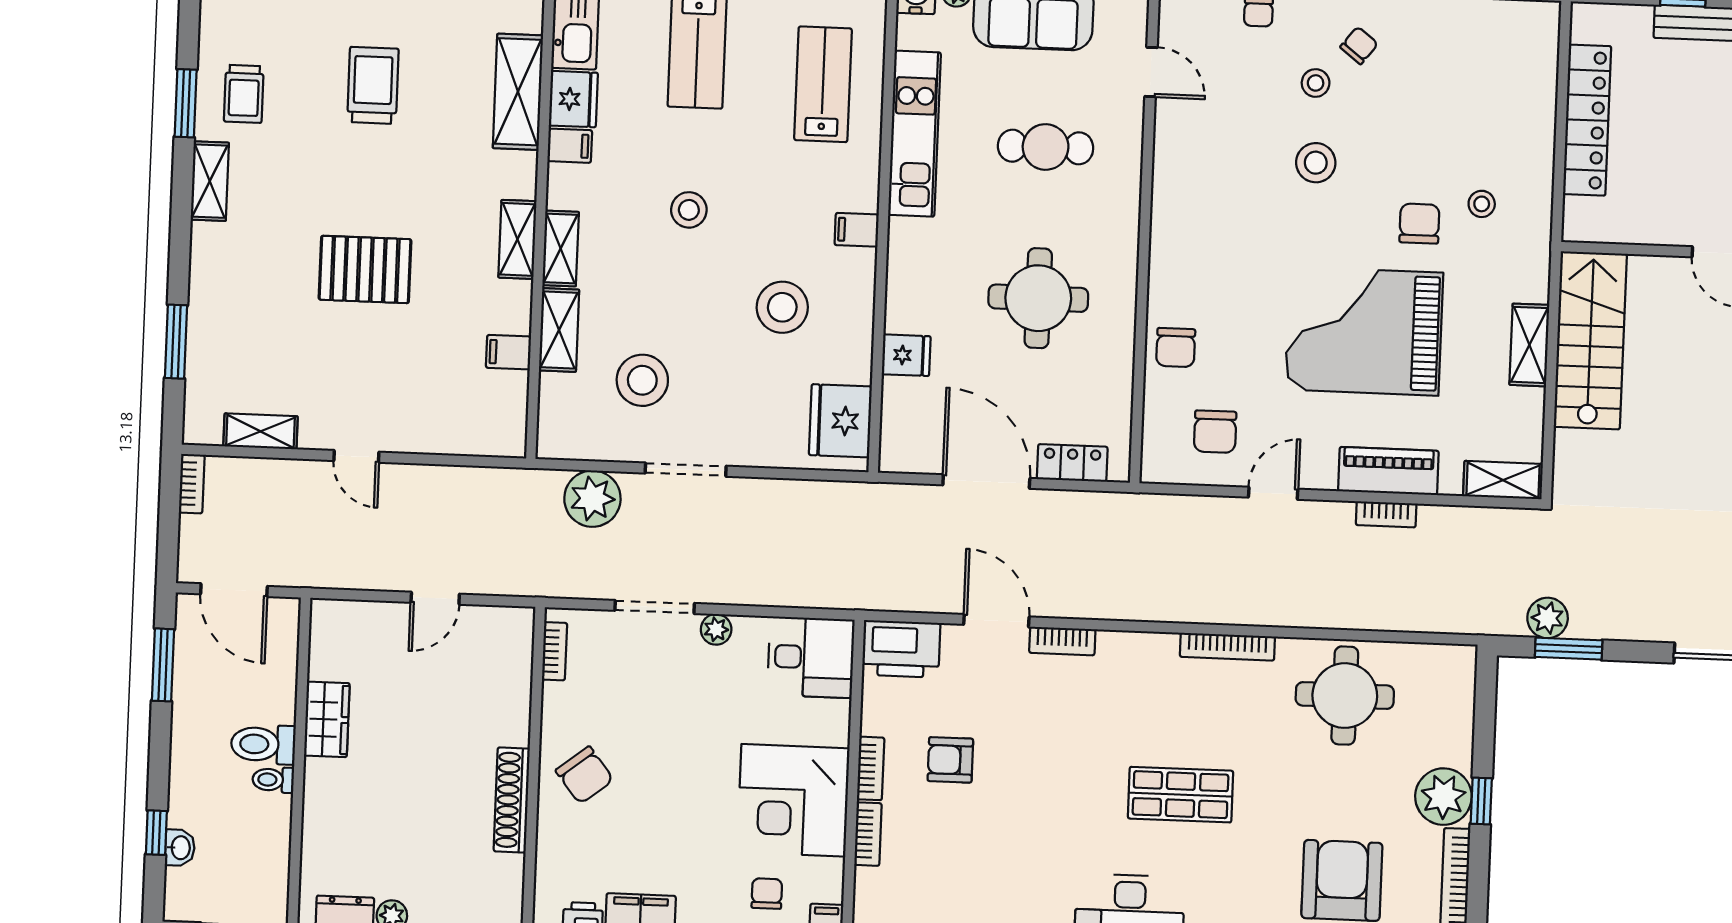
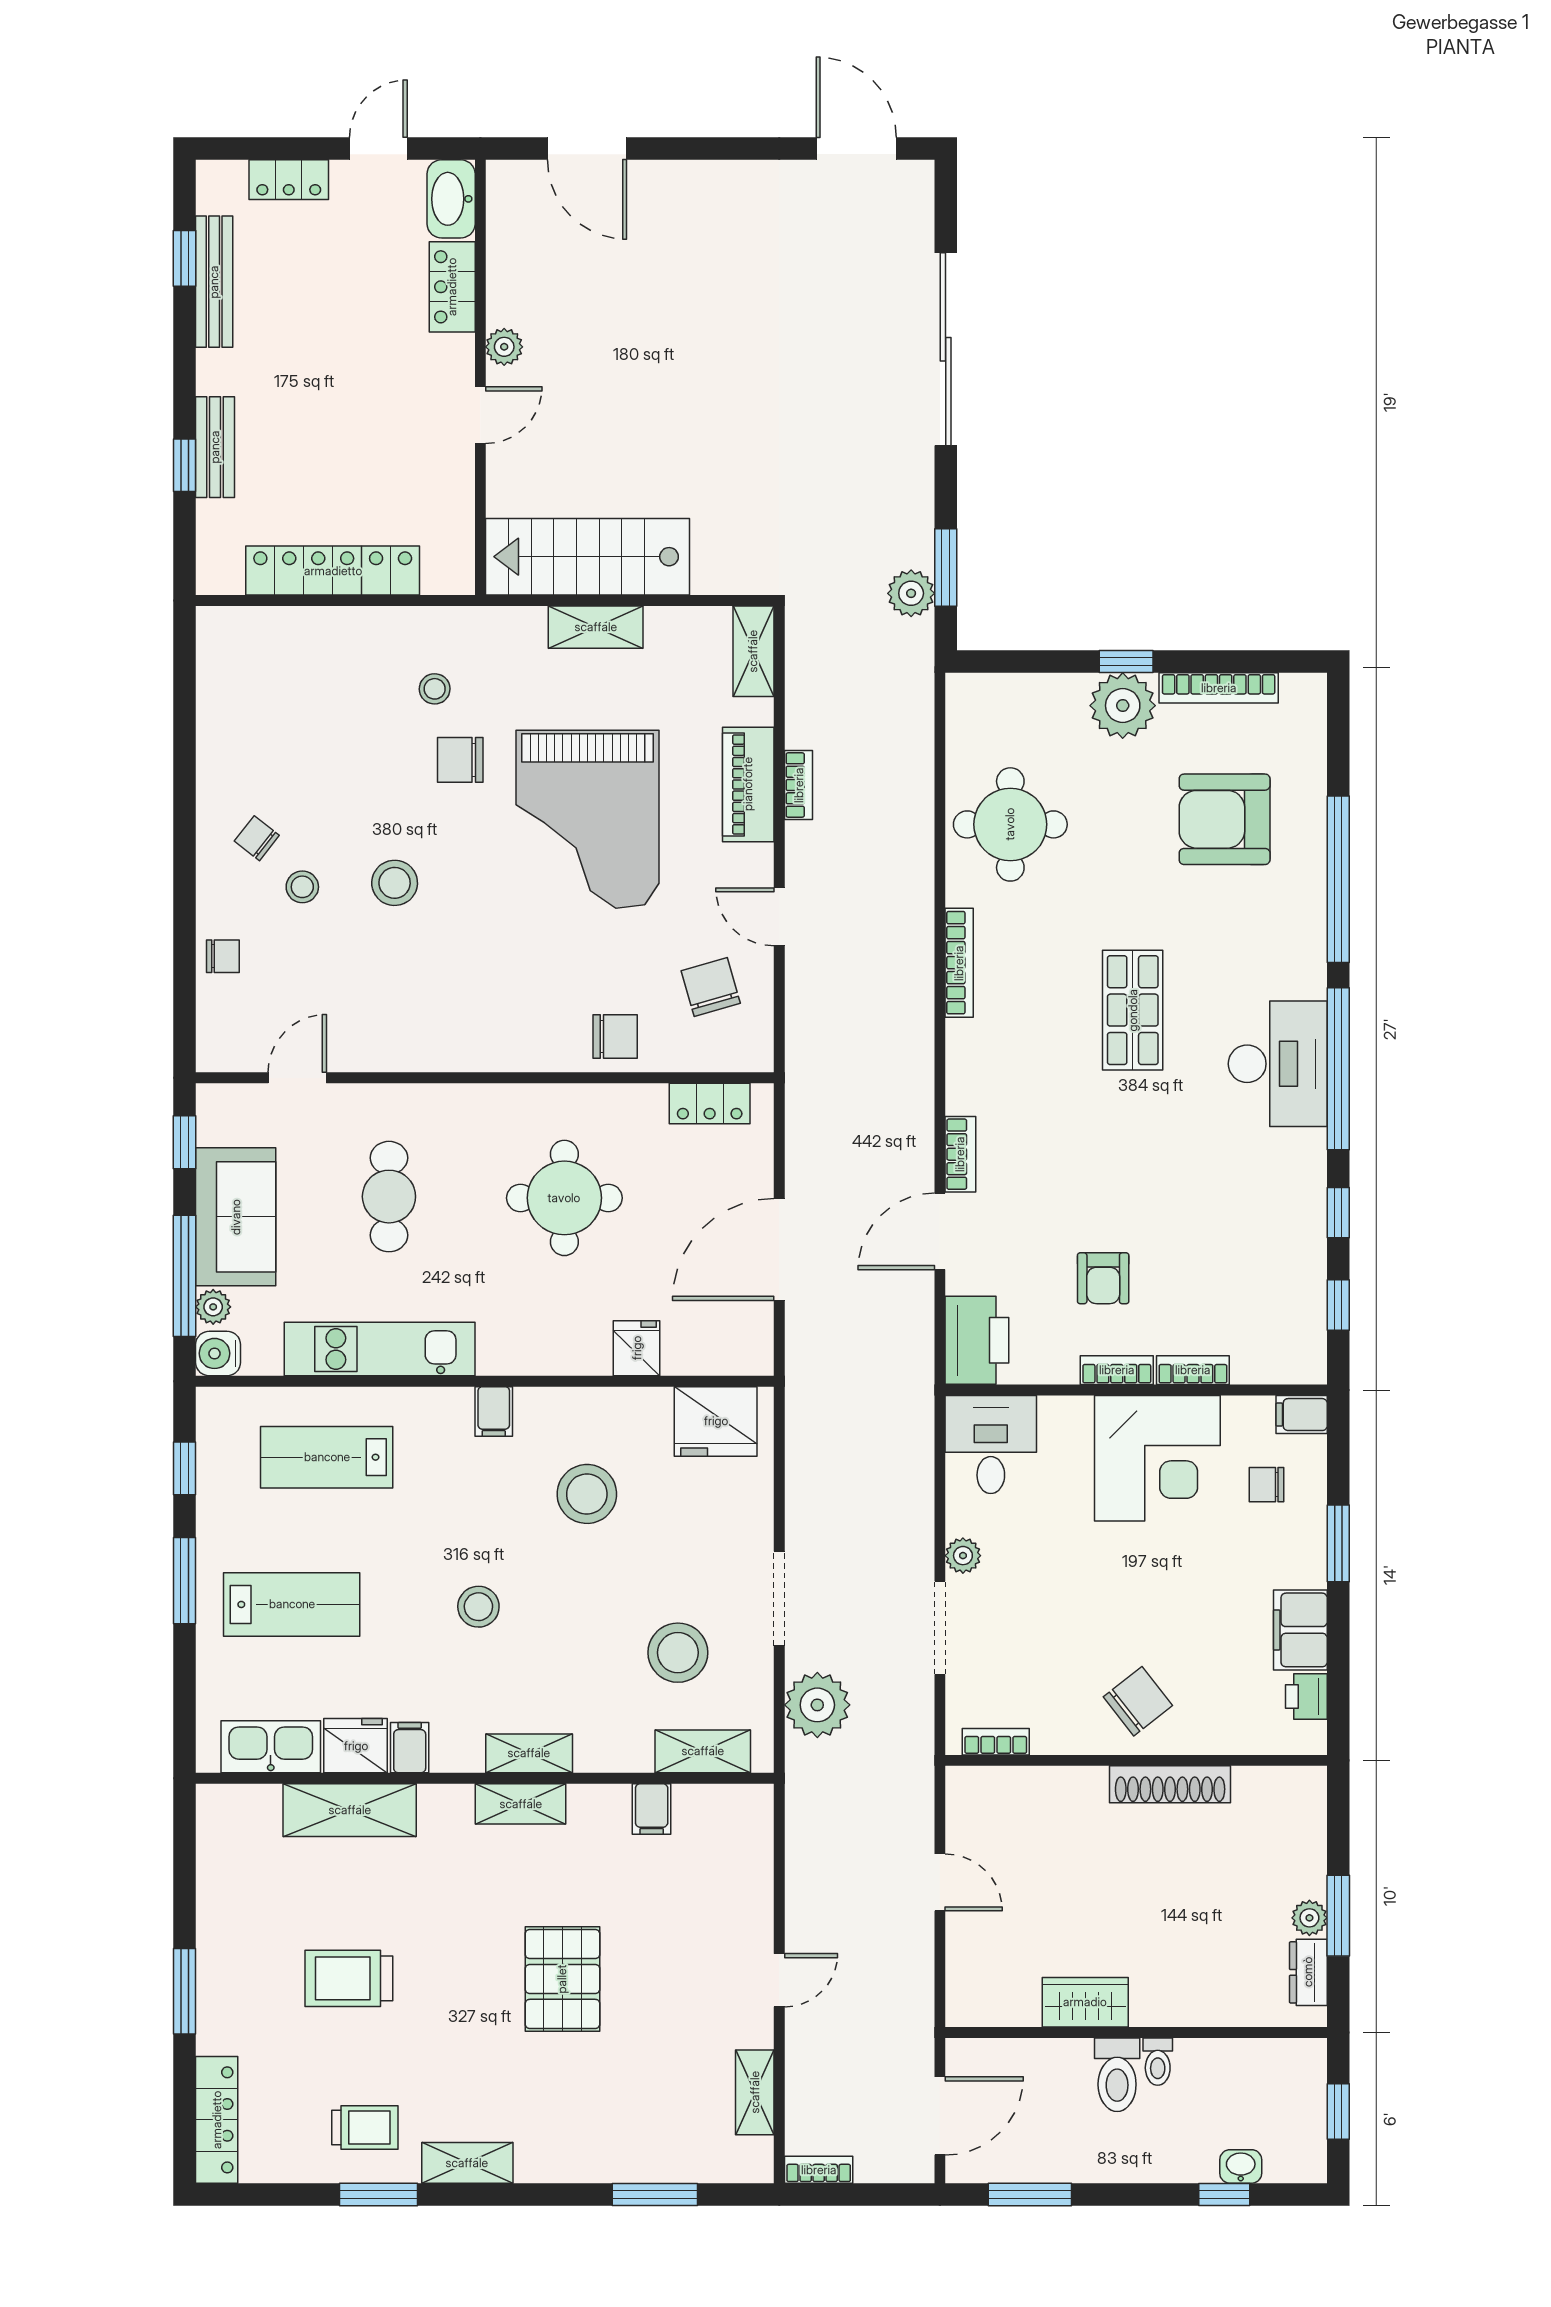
shelving: (559, 330) -> (703, 1751), moved
chair: (1215, 432) -> (711, 987), turned -106
locker: (1072, 463) -> (710, 1103), moved, turned -90

